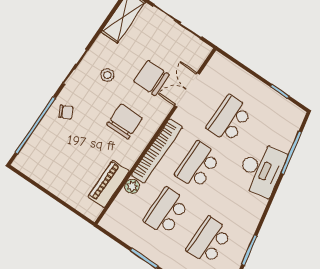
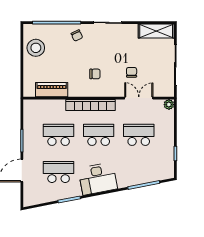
stool: (107, 75) -> (36, 48), moved, width x1.89, depth x1.89
chair: (151, 78) -> (132, 72), width x0.54, depth x0.54
chair: (125, 121) -> (95, 74), width x0.54, depth x0.54
desk: (261, 169) -> (98, 179), moved
plant: (132, 186) -> (169, 105), moved

